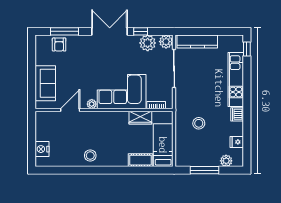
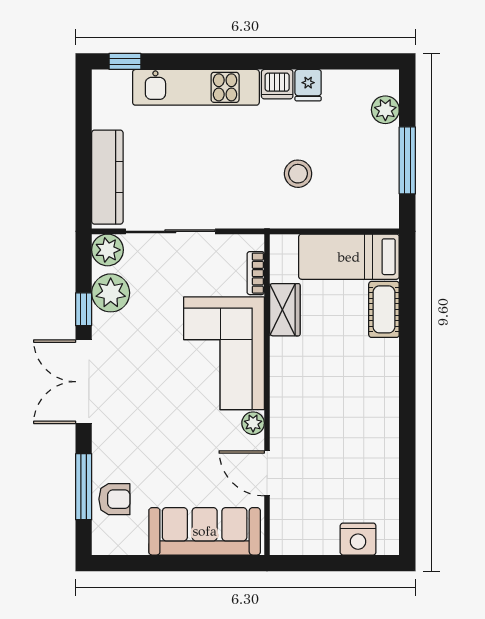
sofa: (45, 83) -> (205, 531), width x1.36
fridge: (237, 142) -> (308, 85), moved
stool: (90, 156) -> (373, 427), removed

